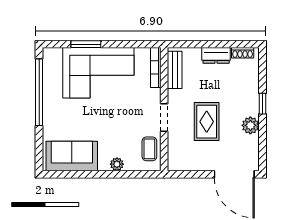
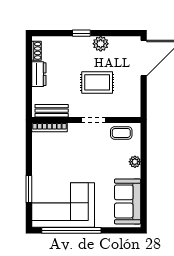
corner sofa: (98, 73) -> (63, 205), moved, turned -90

